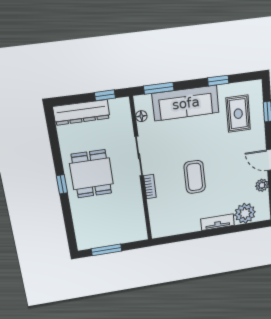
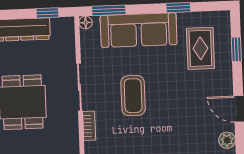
floor lamp: (141, 116) -> (86, 23), moved
coffee table: (195, 177) -> (133, 96), moved

